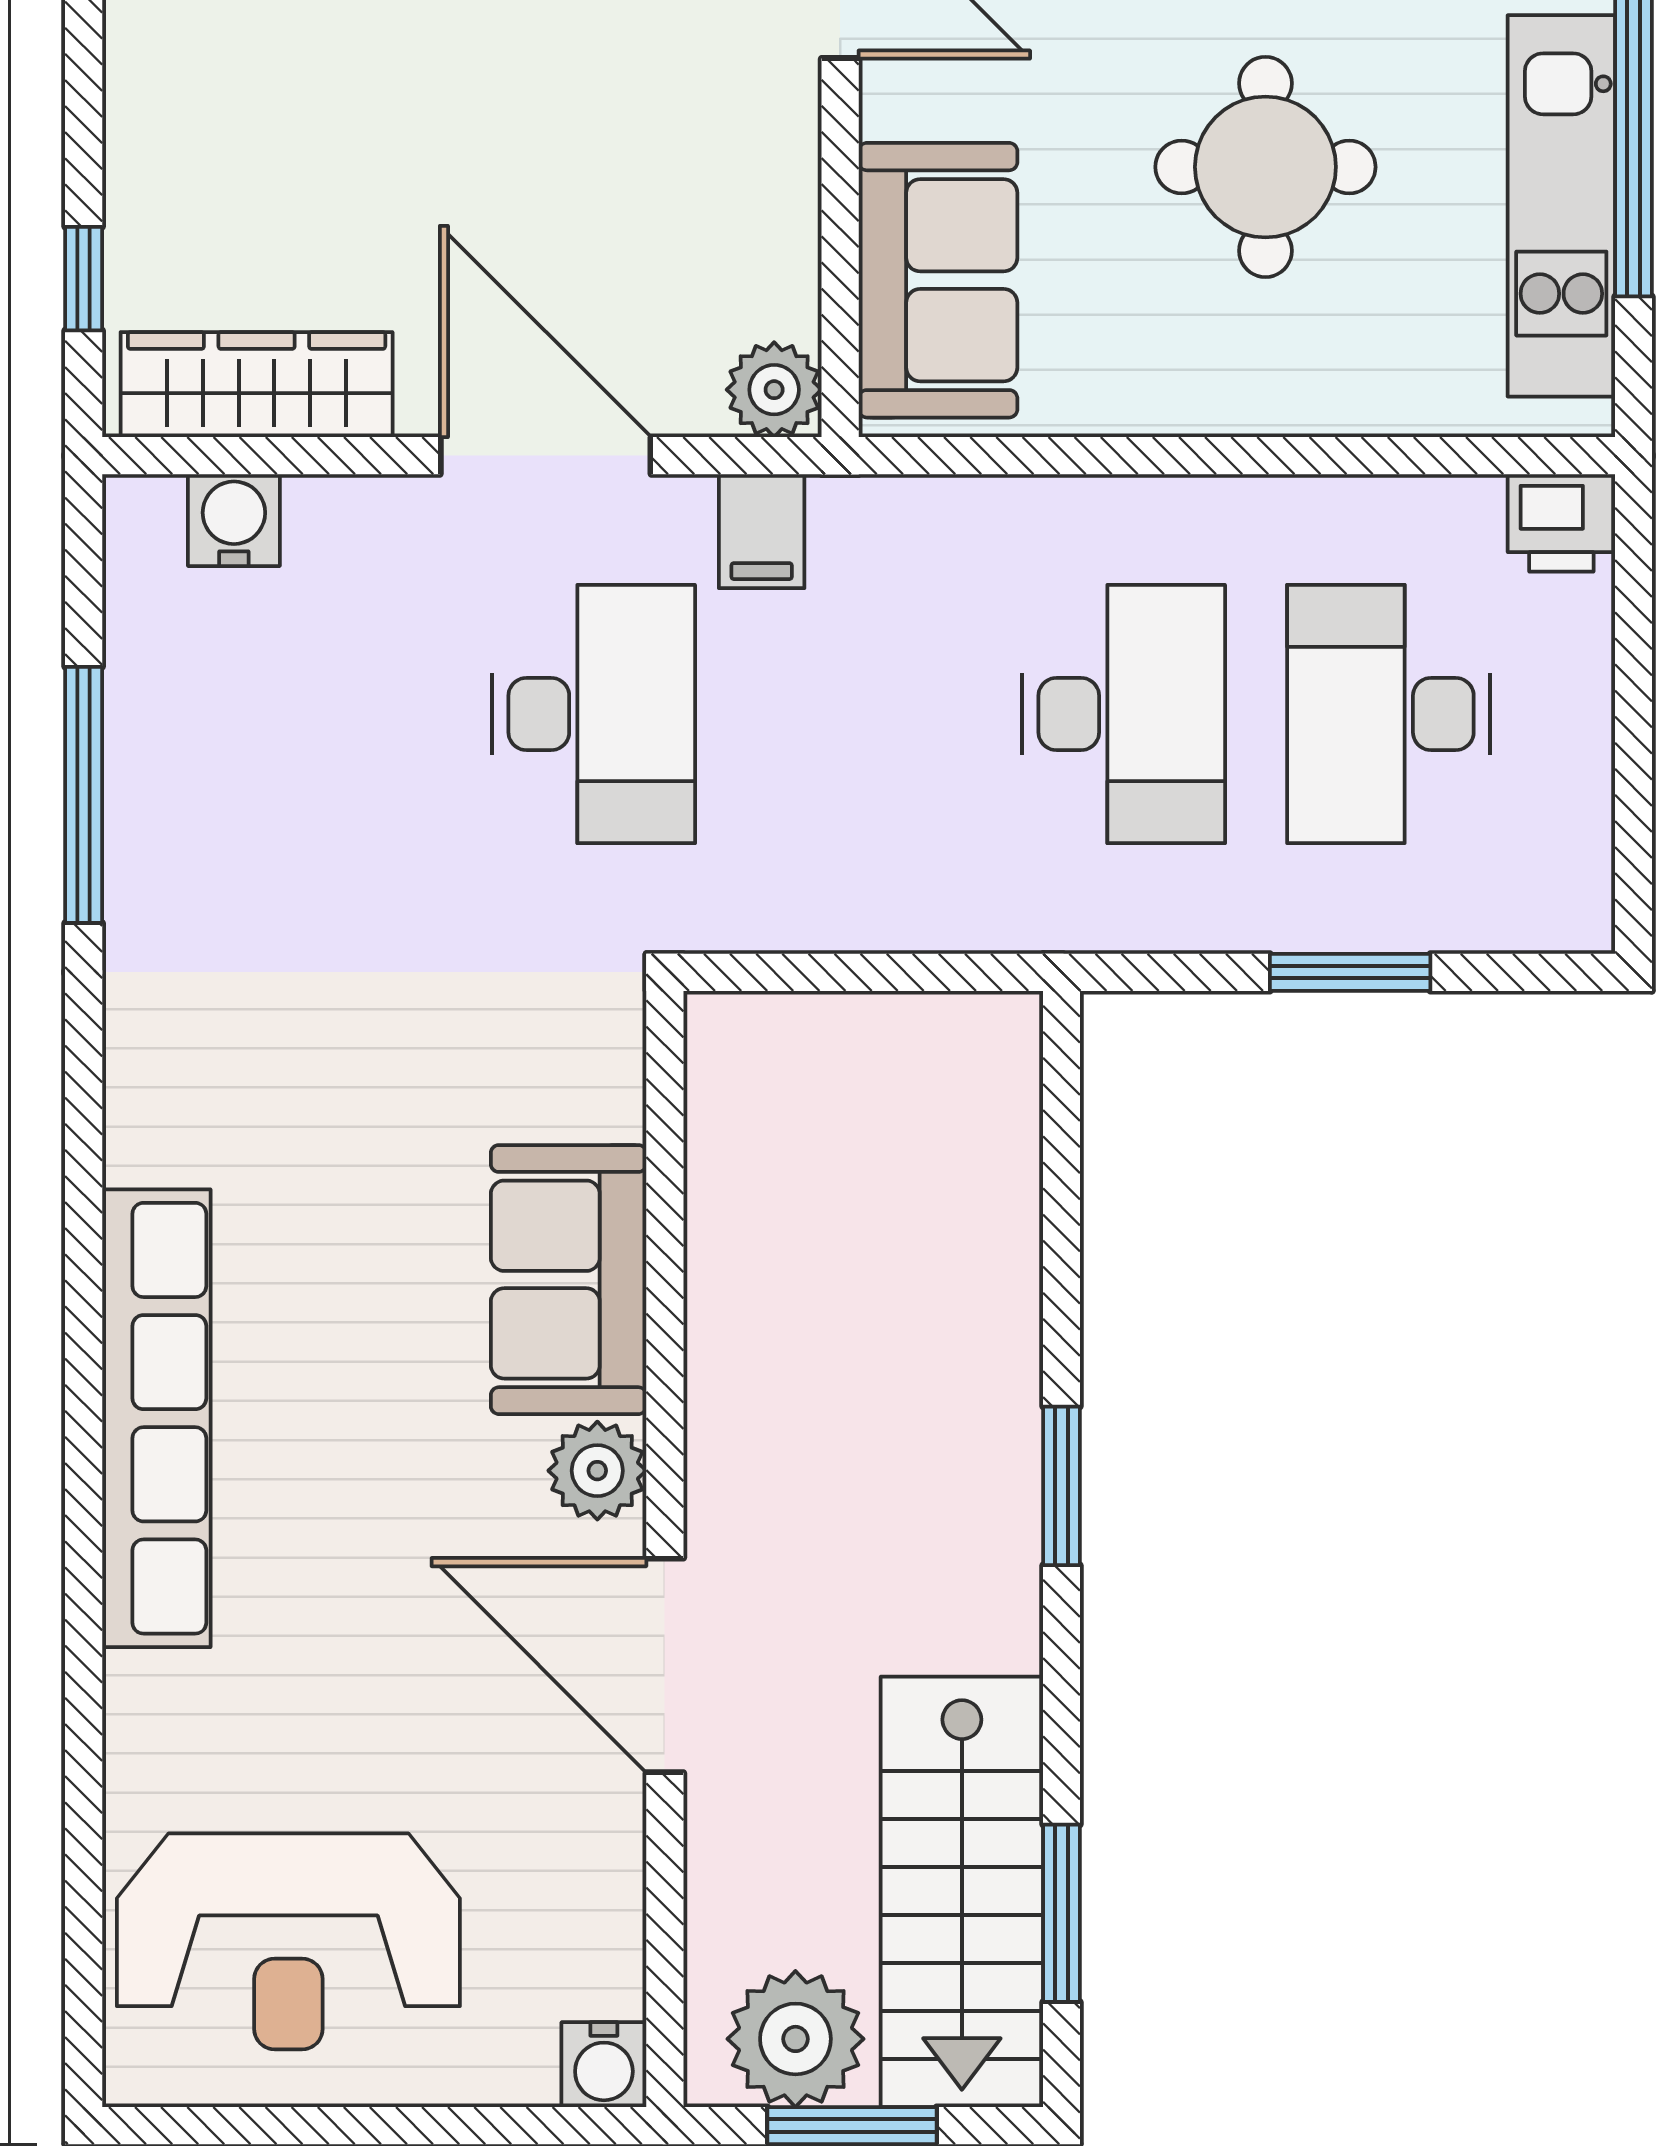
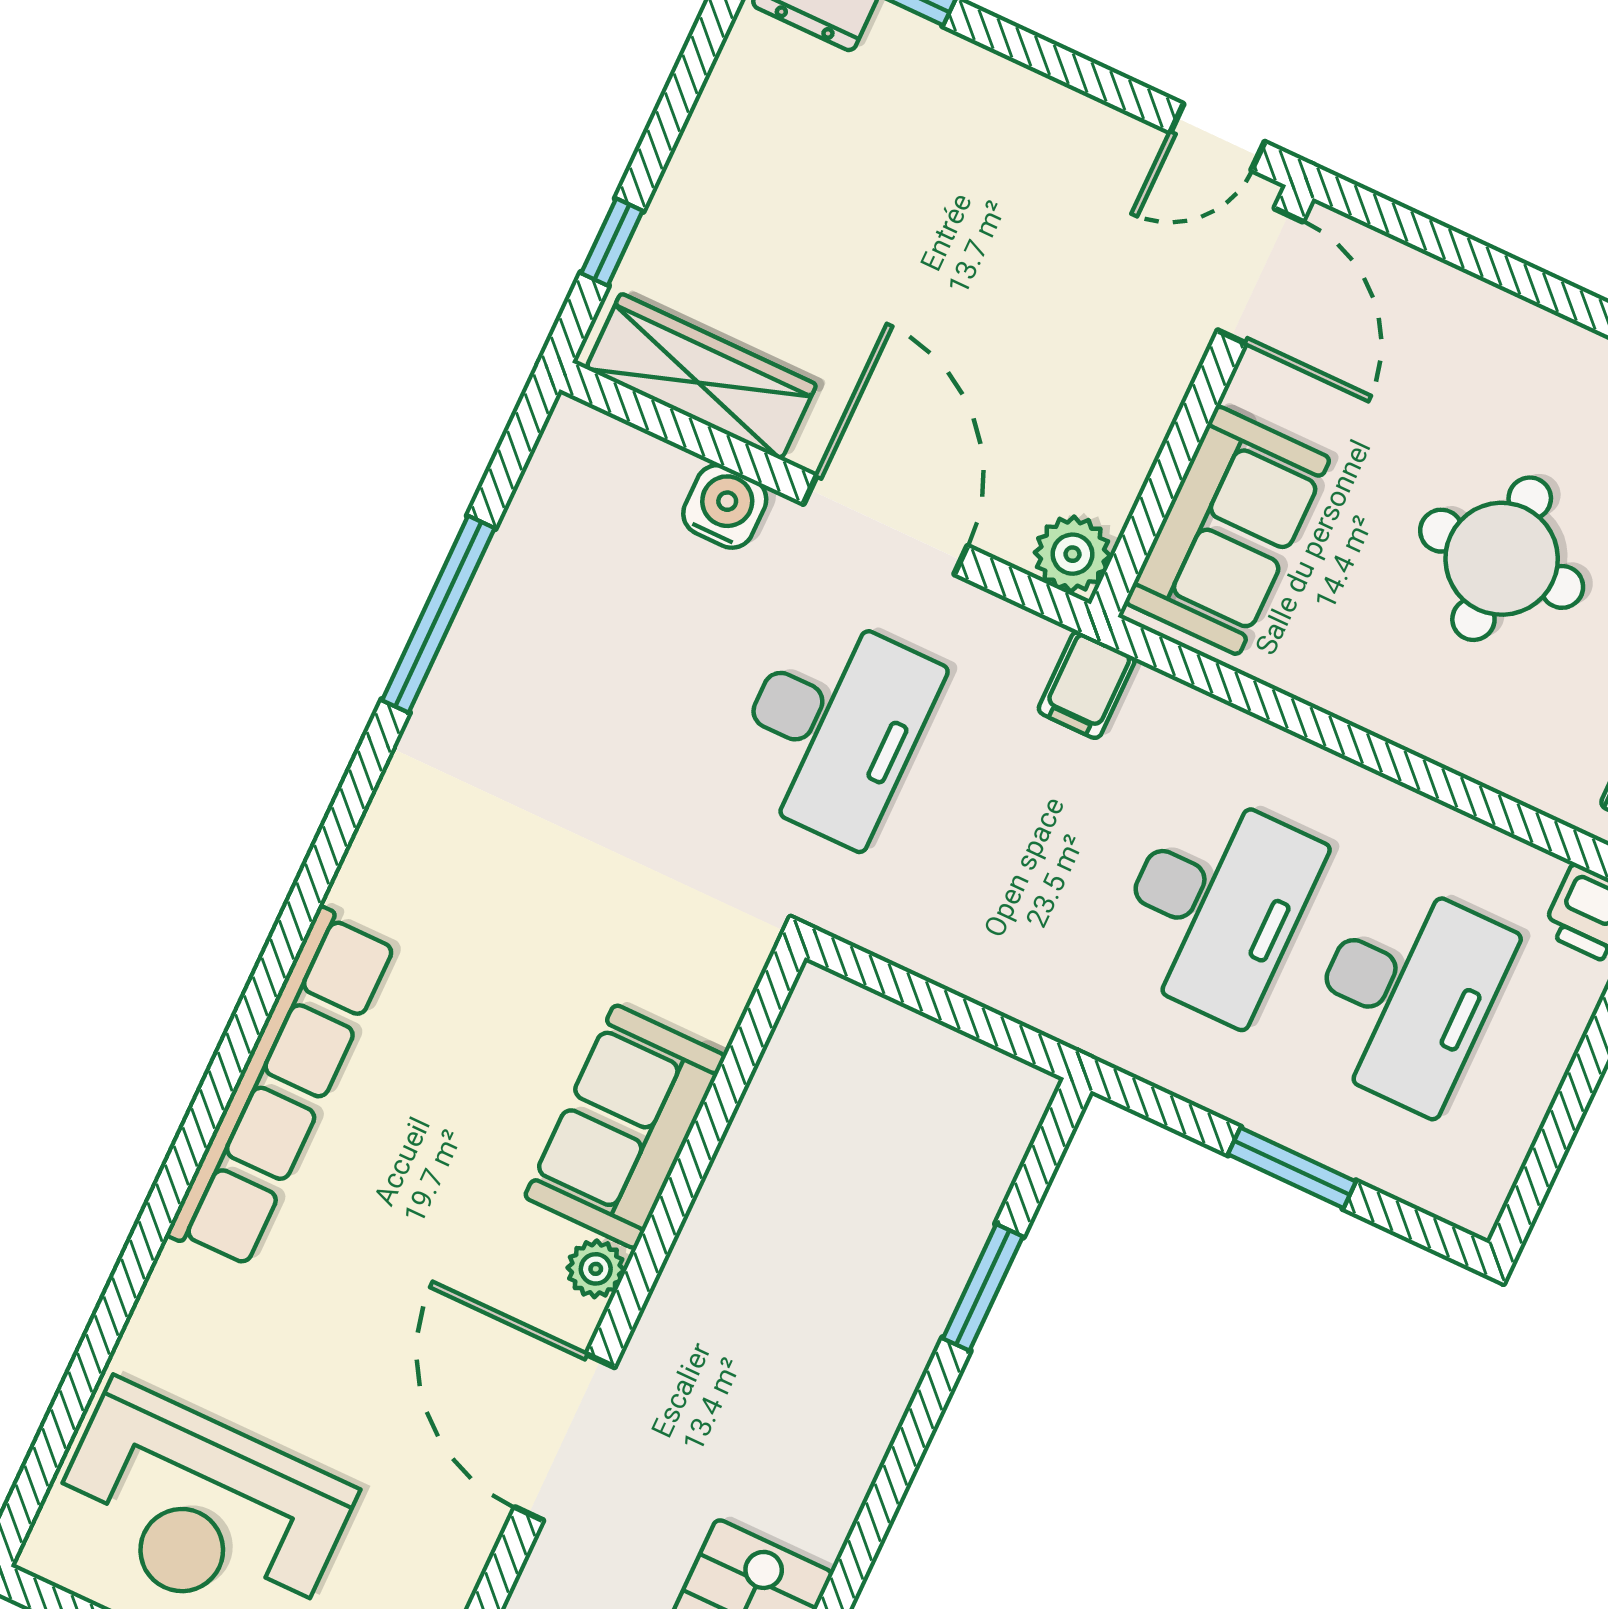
water cooler: (234, 520) -> (725, 506), moved
filing cabinet: (762, 531) -> (1087, 685), moved
desk: (1389, 714) -> (1406, 995), turned 180
plant: (597, 1471) -> (596, 1269), width x0.73, depth x0.73
window: (1062, 1486) -> (983, 1287), moved

